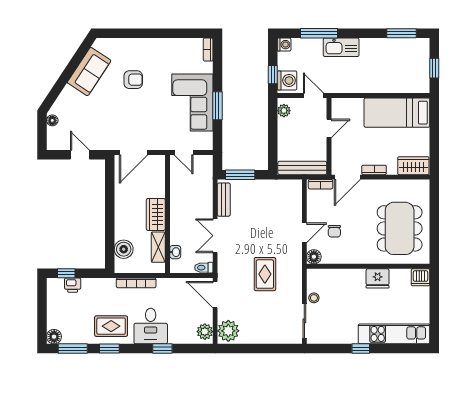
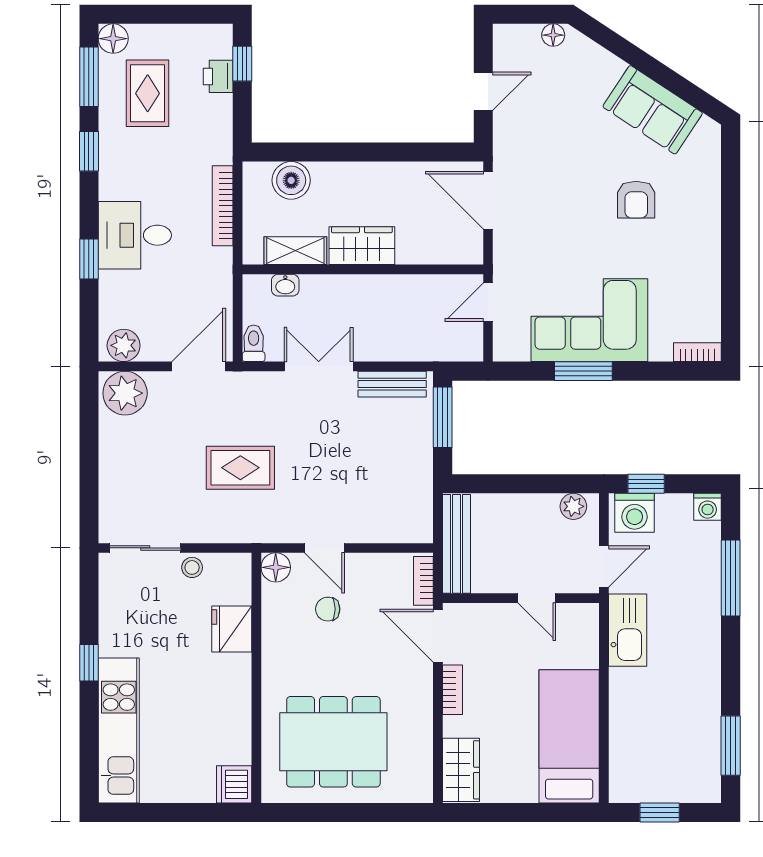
kitchen sink: (341, 47) -> (628, 630), moved, turned 180
fridge: (378, 278) -> (232, 629), moved
rug: (111, 326) -> (148, 93), moved

